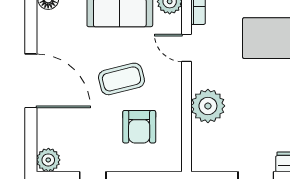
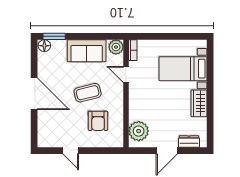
plant: (208, 106) -> (139, 131), moved
plant: (48, 160) -> (44, 140), removed

